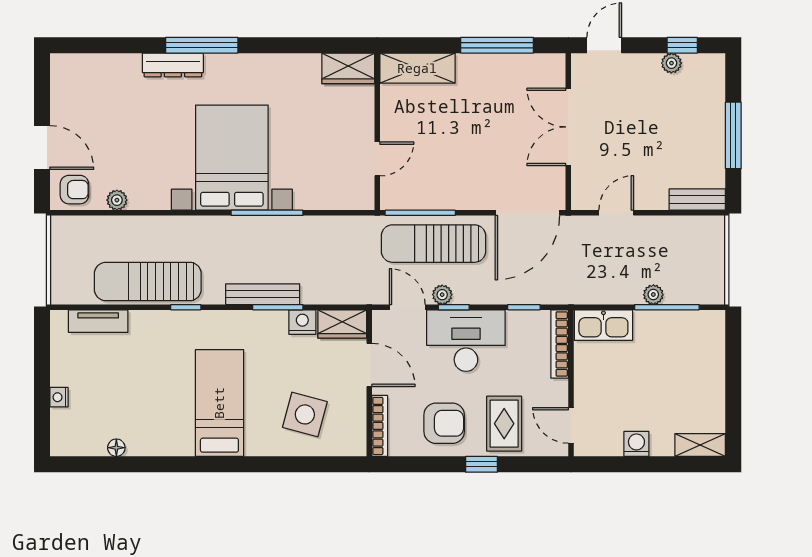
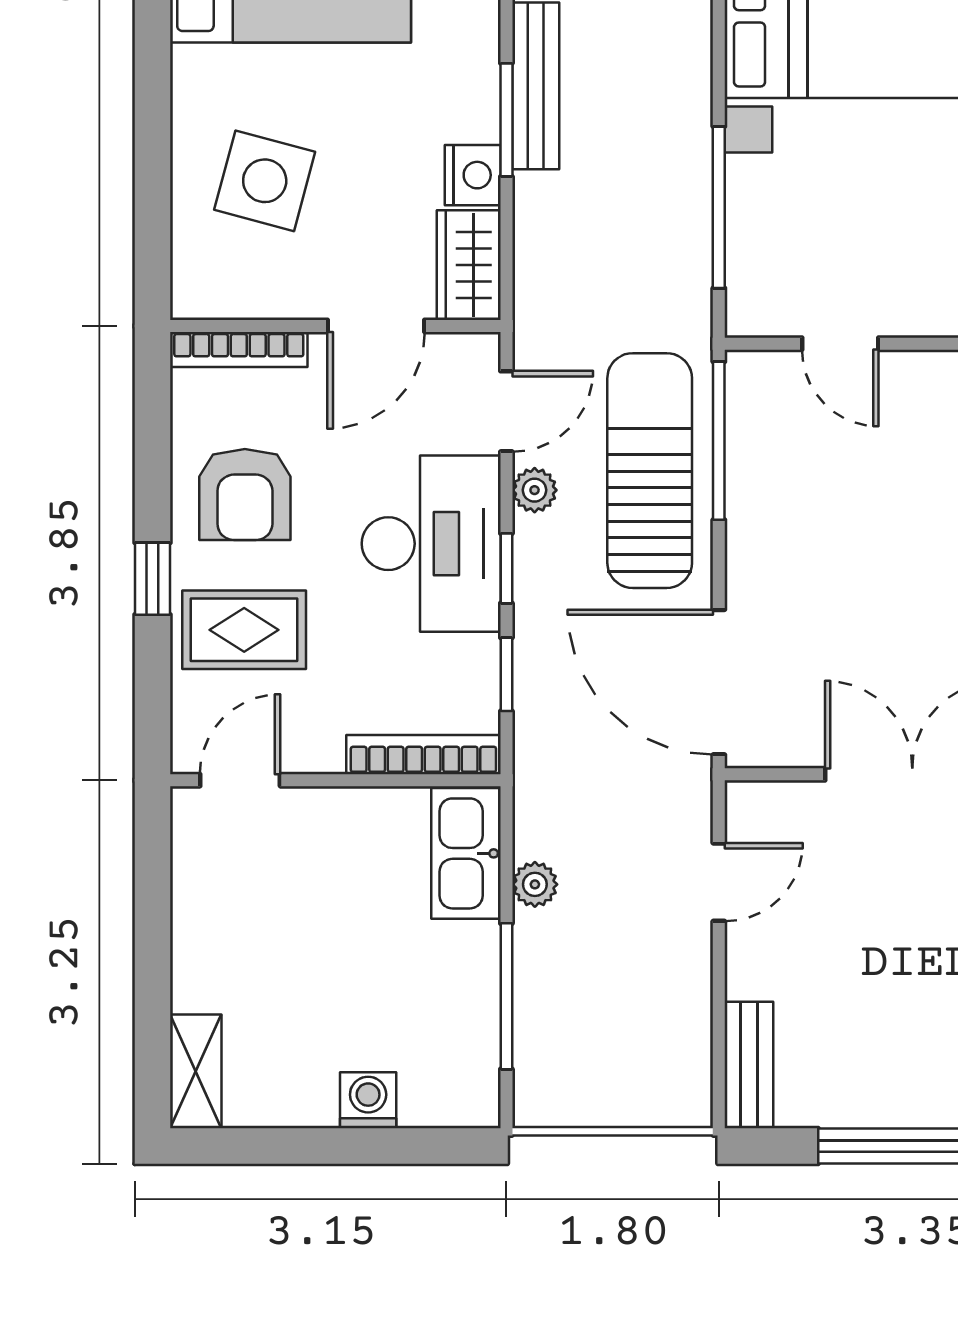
window: (267, 213) -> (719, 207), moved
door: (616, 213) -> (719, 882), hinge flipped
plant: (653, 295) -> (535, 884), moved
window: (454, 307) -> (506, 568), moved
washing machine: (636, 444) -> (368, 1100), moved, turned -90

